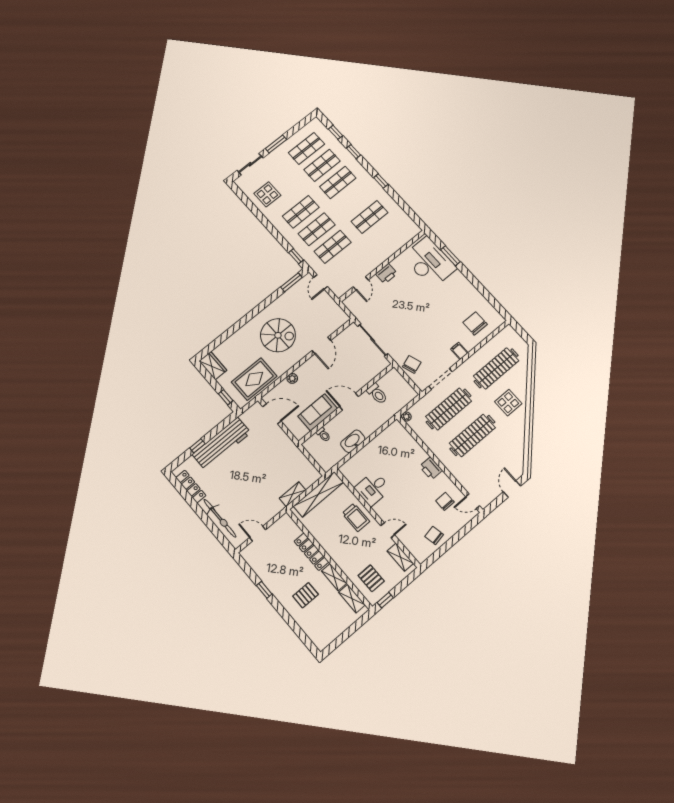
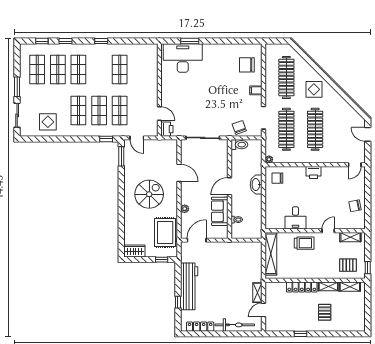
printer: (386, 274) -> (167, 129), moved
toilet: (377, 394) -> (239, 145), moved
washbasin: (353, 441) -> (256, 185), moved
shelving: (293, 494) -> (257, 293), moved
chair: (445, 501) -> (277, 178), moved

